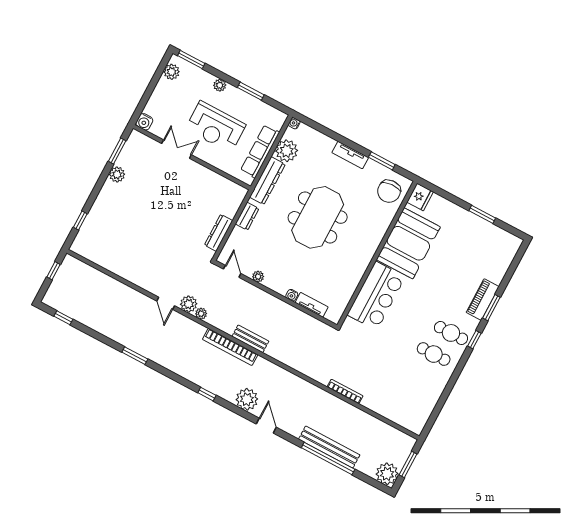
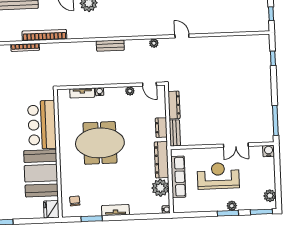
window: (251, 91) -> (228, 213), moved
window: (117, 151) -> (275, 120), width x1.44
plant: (117, 174) -> (266, 104), removed
chair: (389, 191) -> (75, 201), width x0.54, depth x0.54
bench: (236, 202) -> (175, 133), added
meeting table: (318, 217) -> (100, 143), moved, turned 90
plant: (189, 304) -> (166, 45), removed
bookcase: (230, 347) -> (44, 35), moved

